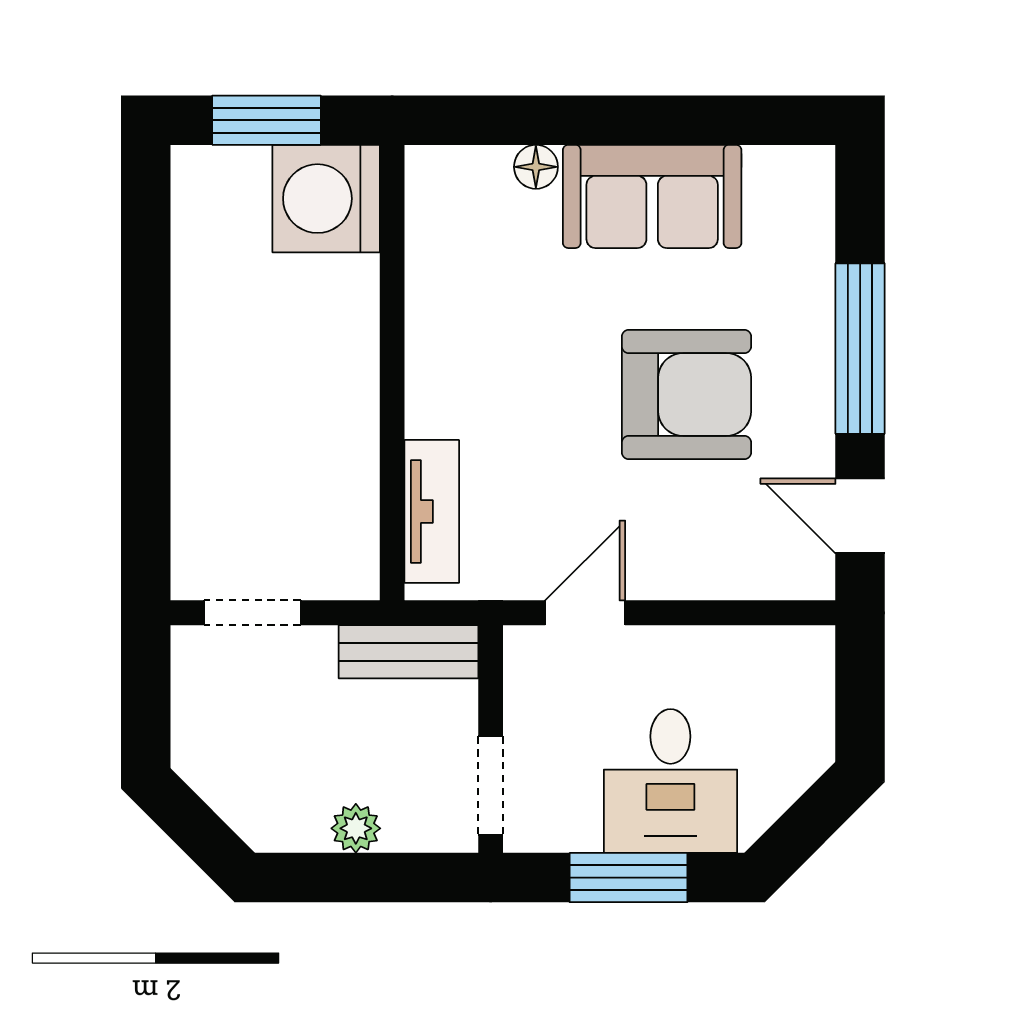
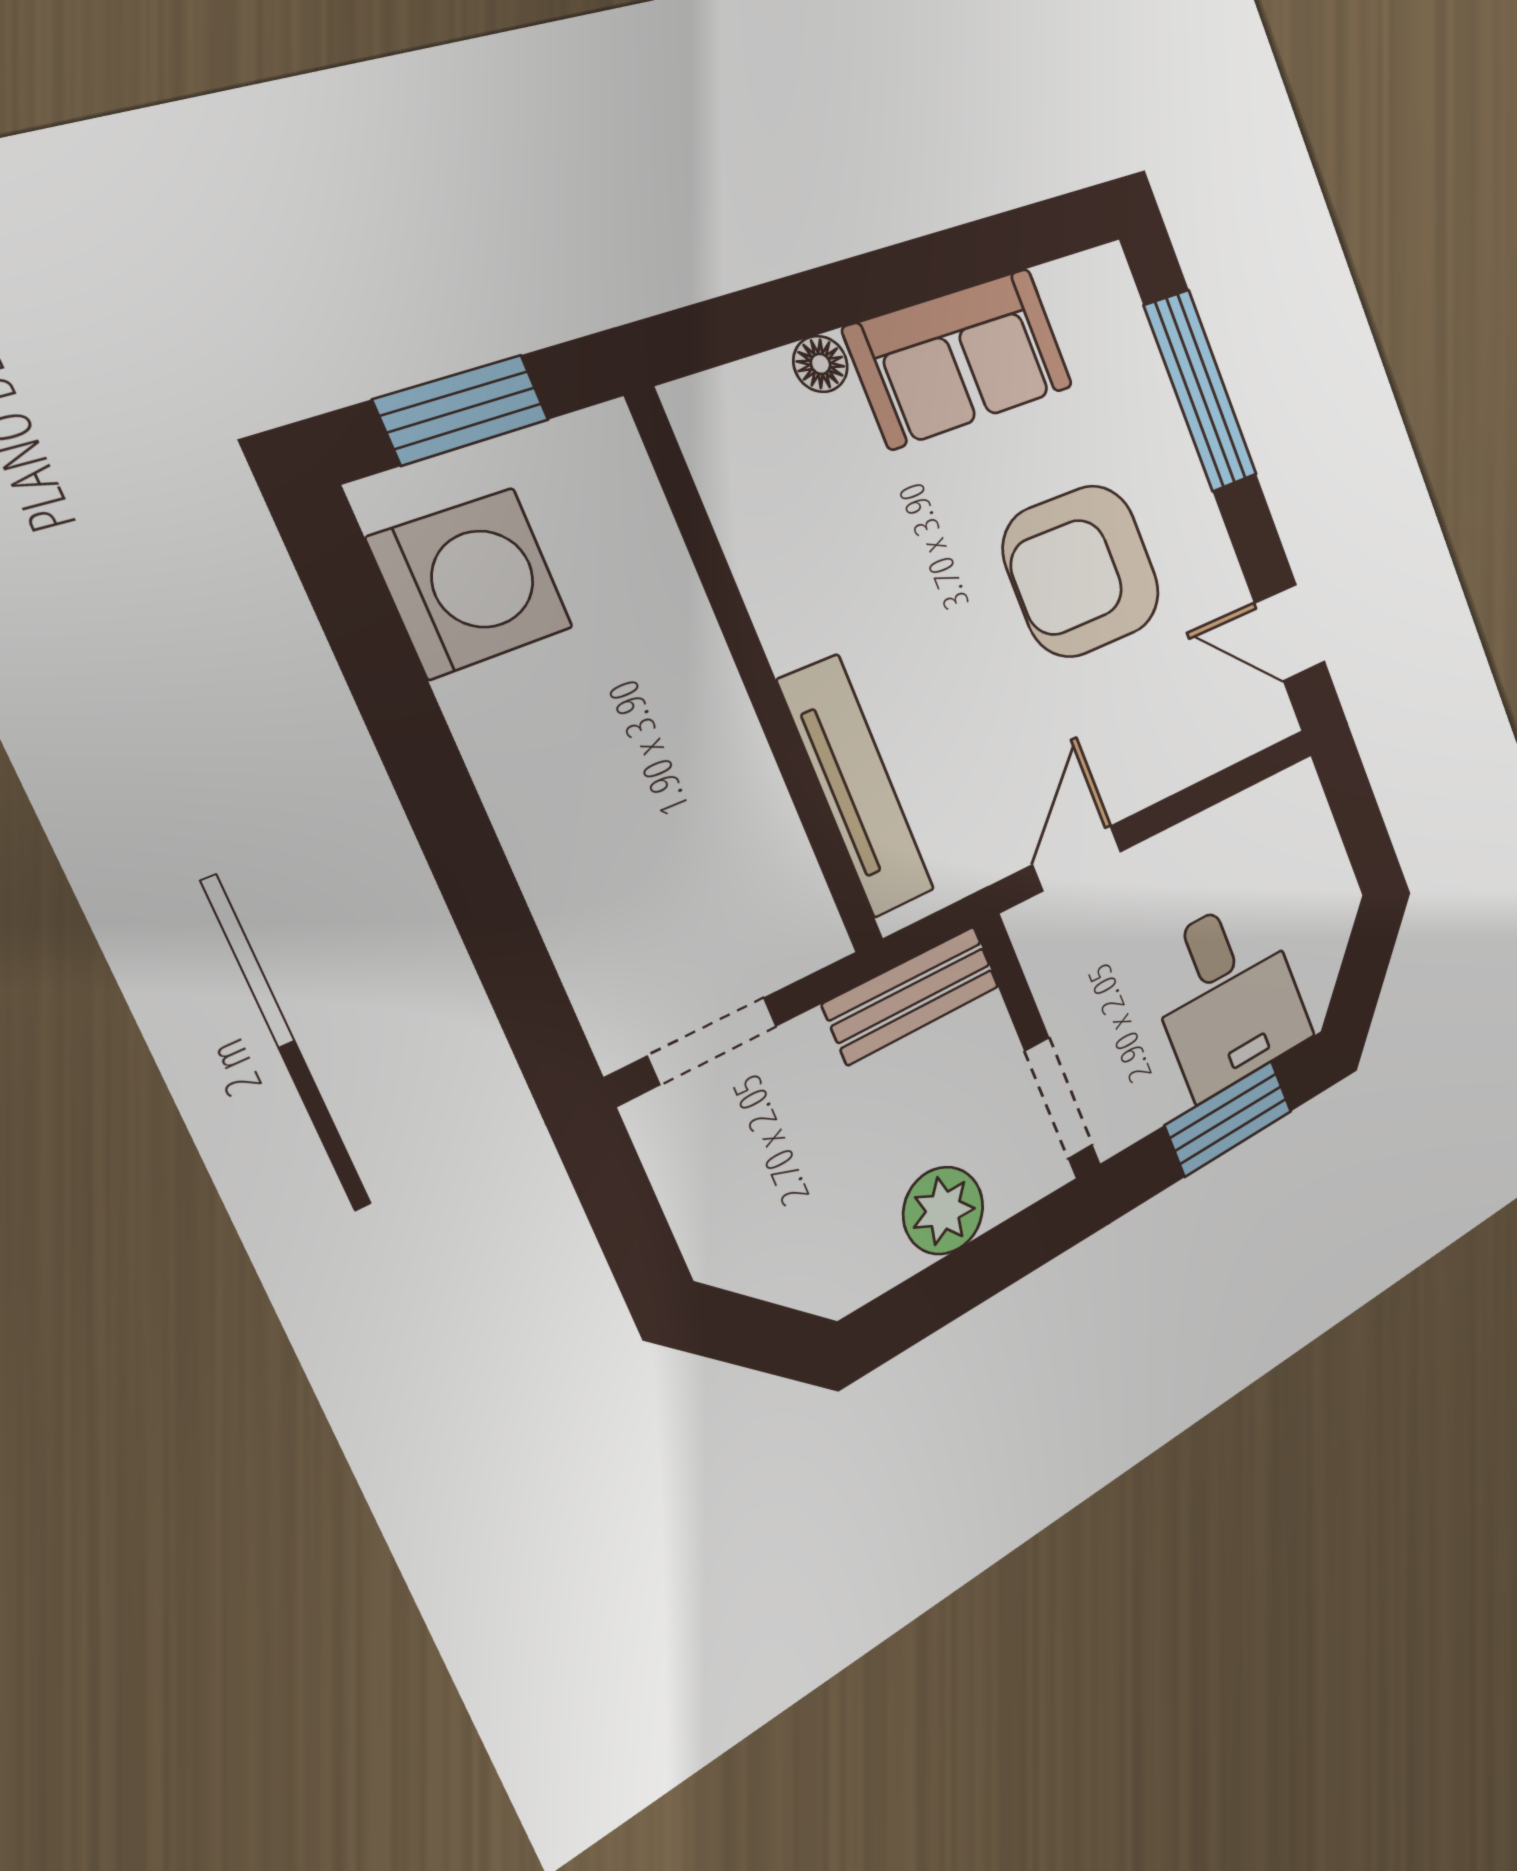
washing machine: (326, 199) -> (471, 583), moved, turned 180
window: (860, 349) -> (1201, 391), moved
armchair: (687, 394) -> (1082, 571), turned 180
tv unit: (432, 511) -> (856, 786), width x1.41
plant: (356, 828) -> (943, 1210), width x1.38, depth x1.38

